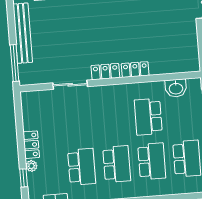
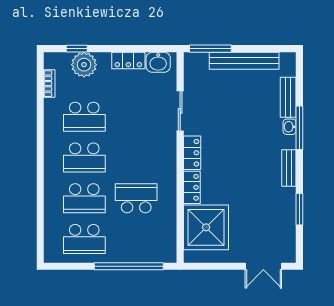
shower: (169, 55) -> (206, 227), added
washbasin: (176, 88) -> (158, 62), moved, turned -90
locker: (31, 145) -> (128, 60), moved
plant: (31, 166) -> (84, 65), width x1.88, depth x1.88

